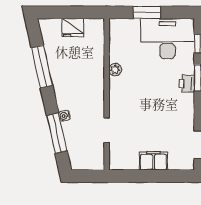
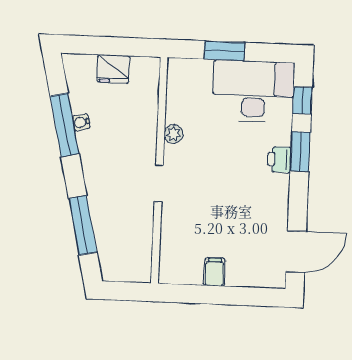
water cooler: (64, 116) -> (81, 122), moved
doorway: (107, 130) -> (159, 183), moved
filing cabinet: (153, 161) -> (215, 272), width x0.50

